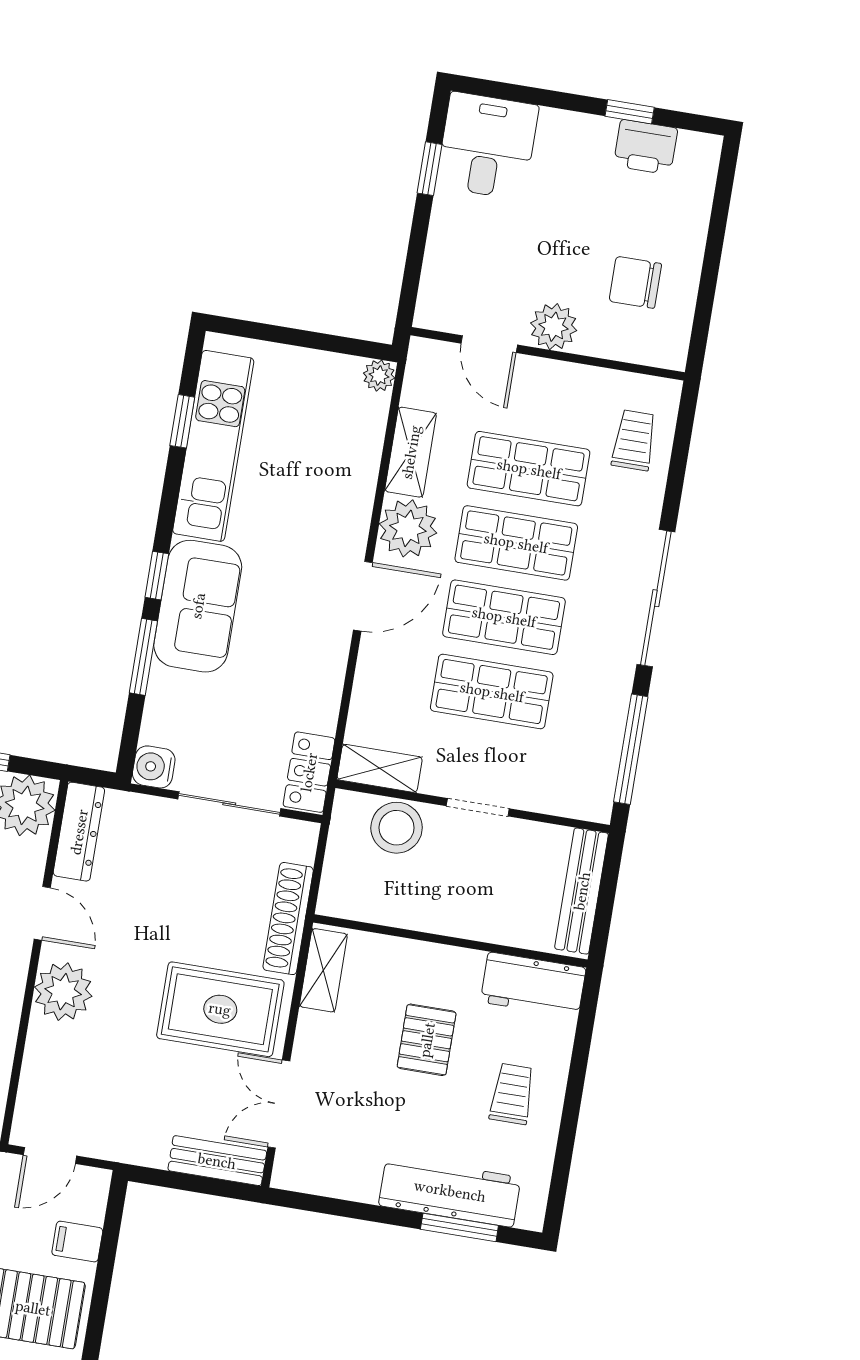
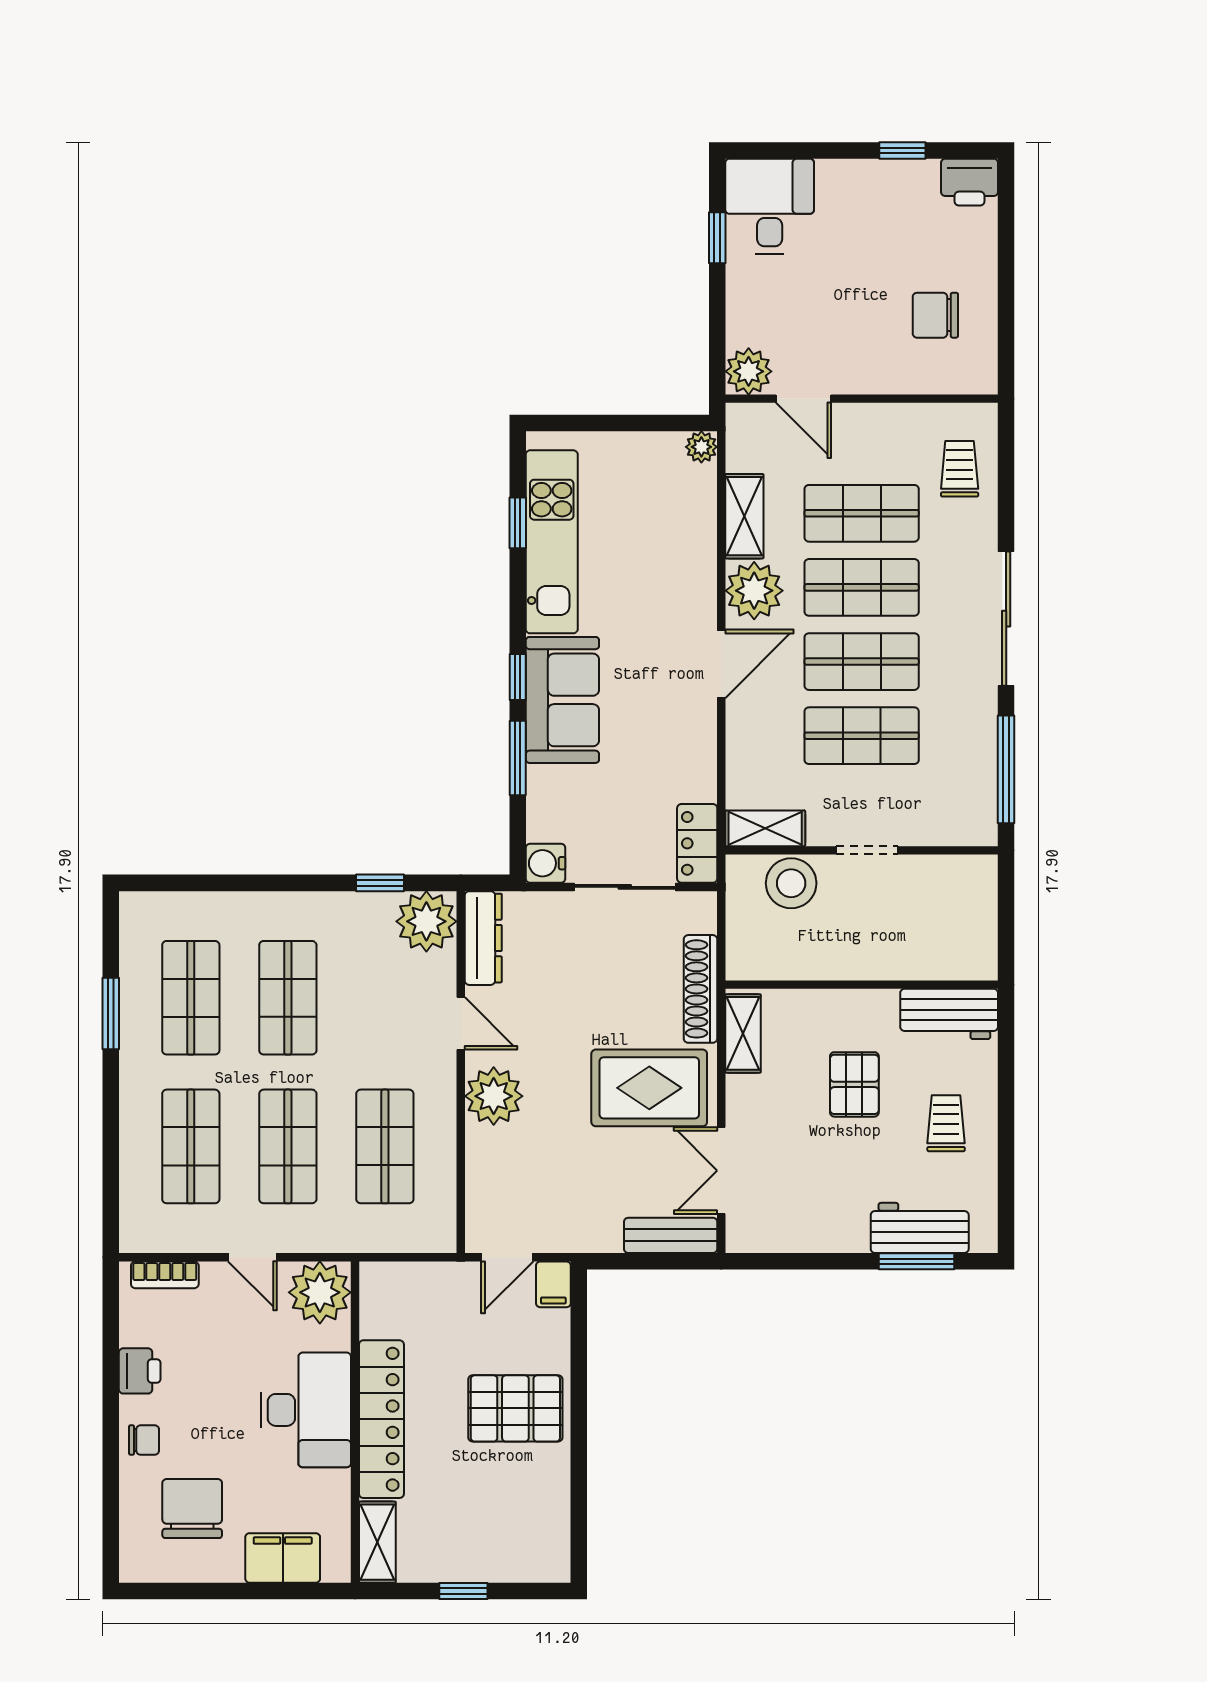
printer: (646, 147) -> (969, 182), moved
plant: (554, 327) -> (749, 371), moved
bench: (582, 891) -> (981, 915), removed
workbench: (450, 1191) -> (920, 1228), width x0.73
filing cabinet: (77, 1242) -> (553, 1284), moved, turned -90

